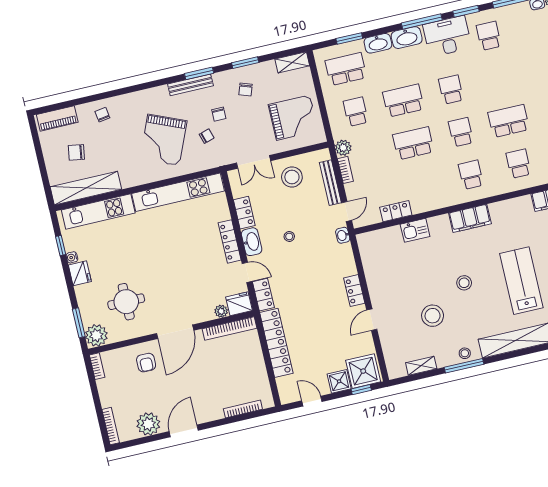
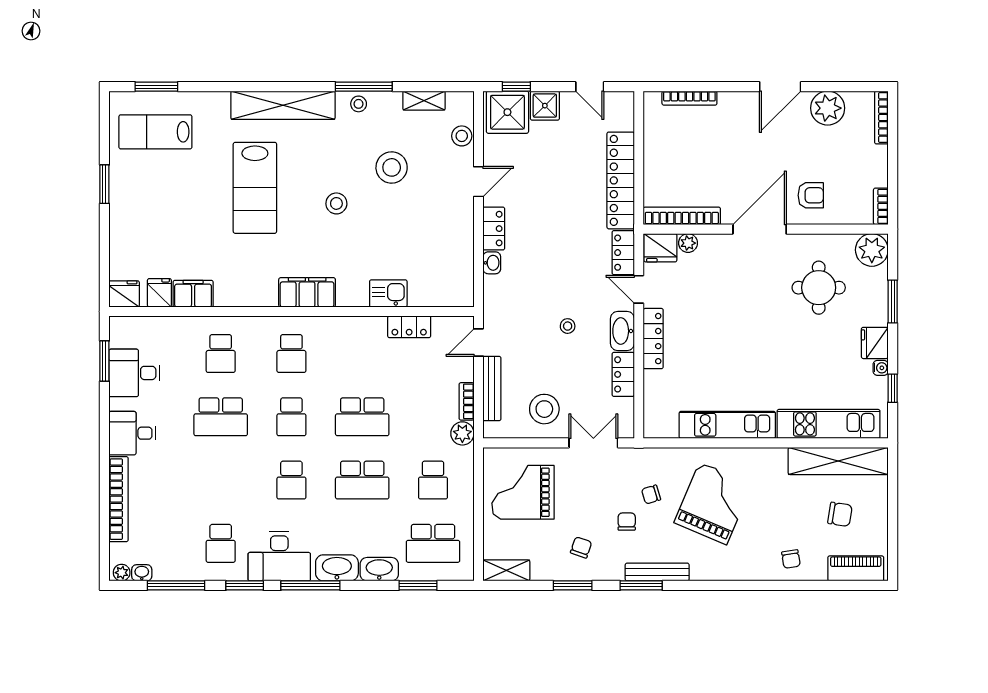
kitchen unit: (178, 192) -> (727, 425), width x0.73
washbasin: (343, 235) -> (492, 263), moved
window: (79, 323) -> (893, 302), moved
stool: (390, 348) -> (462, 136), added
armchair: (146, 363) -> (811, 195), turned 90

